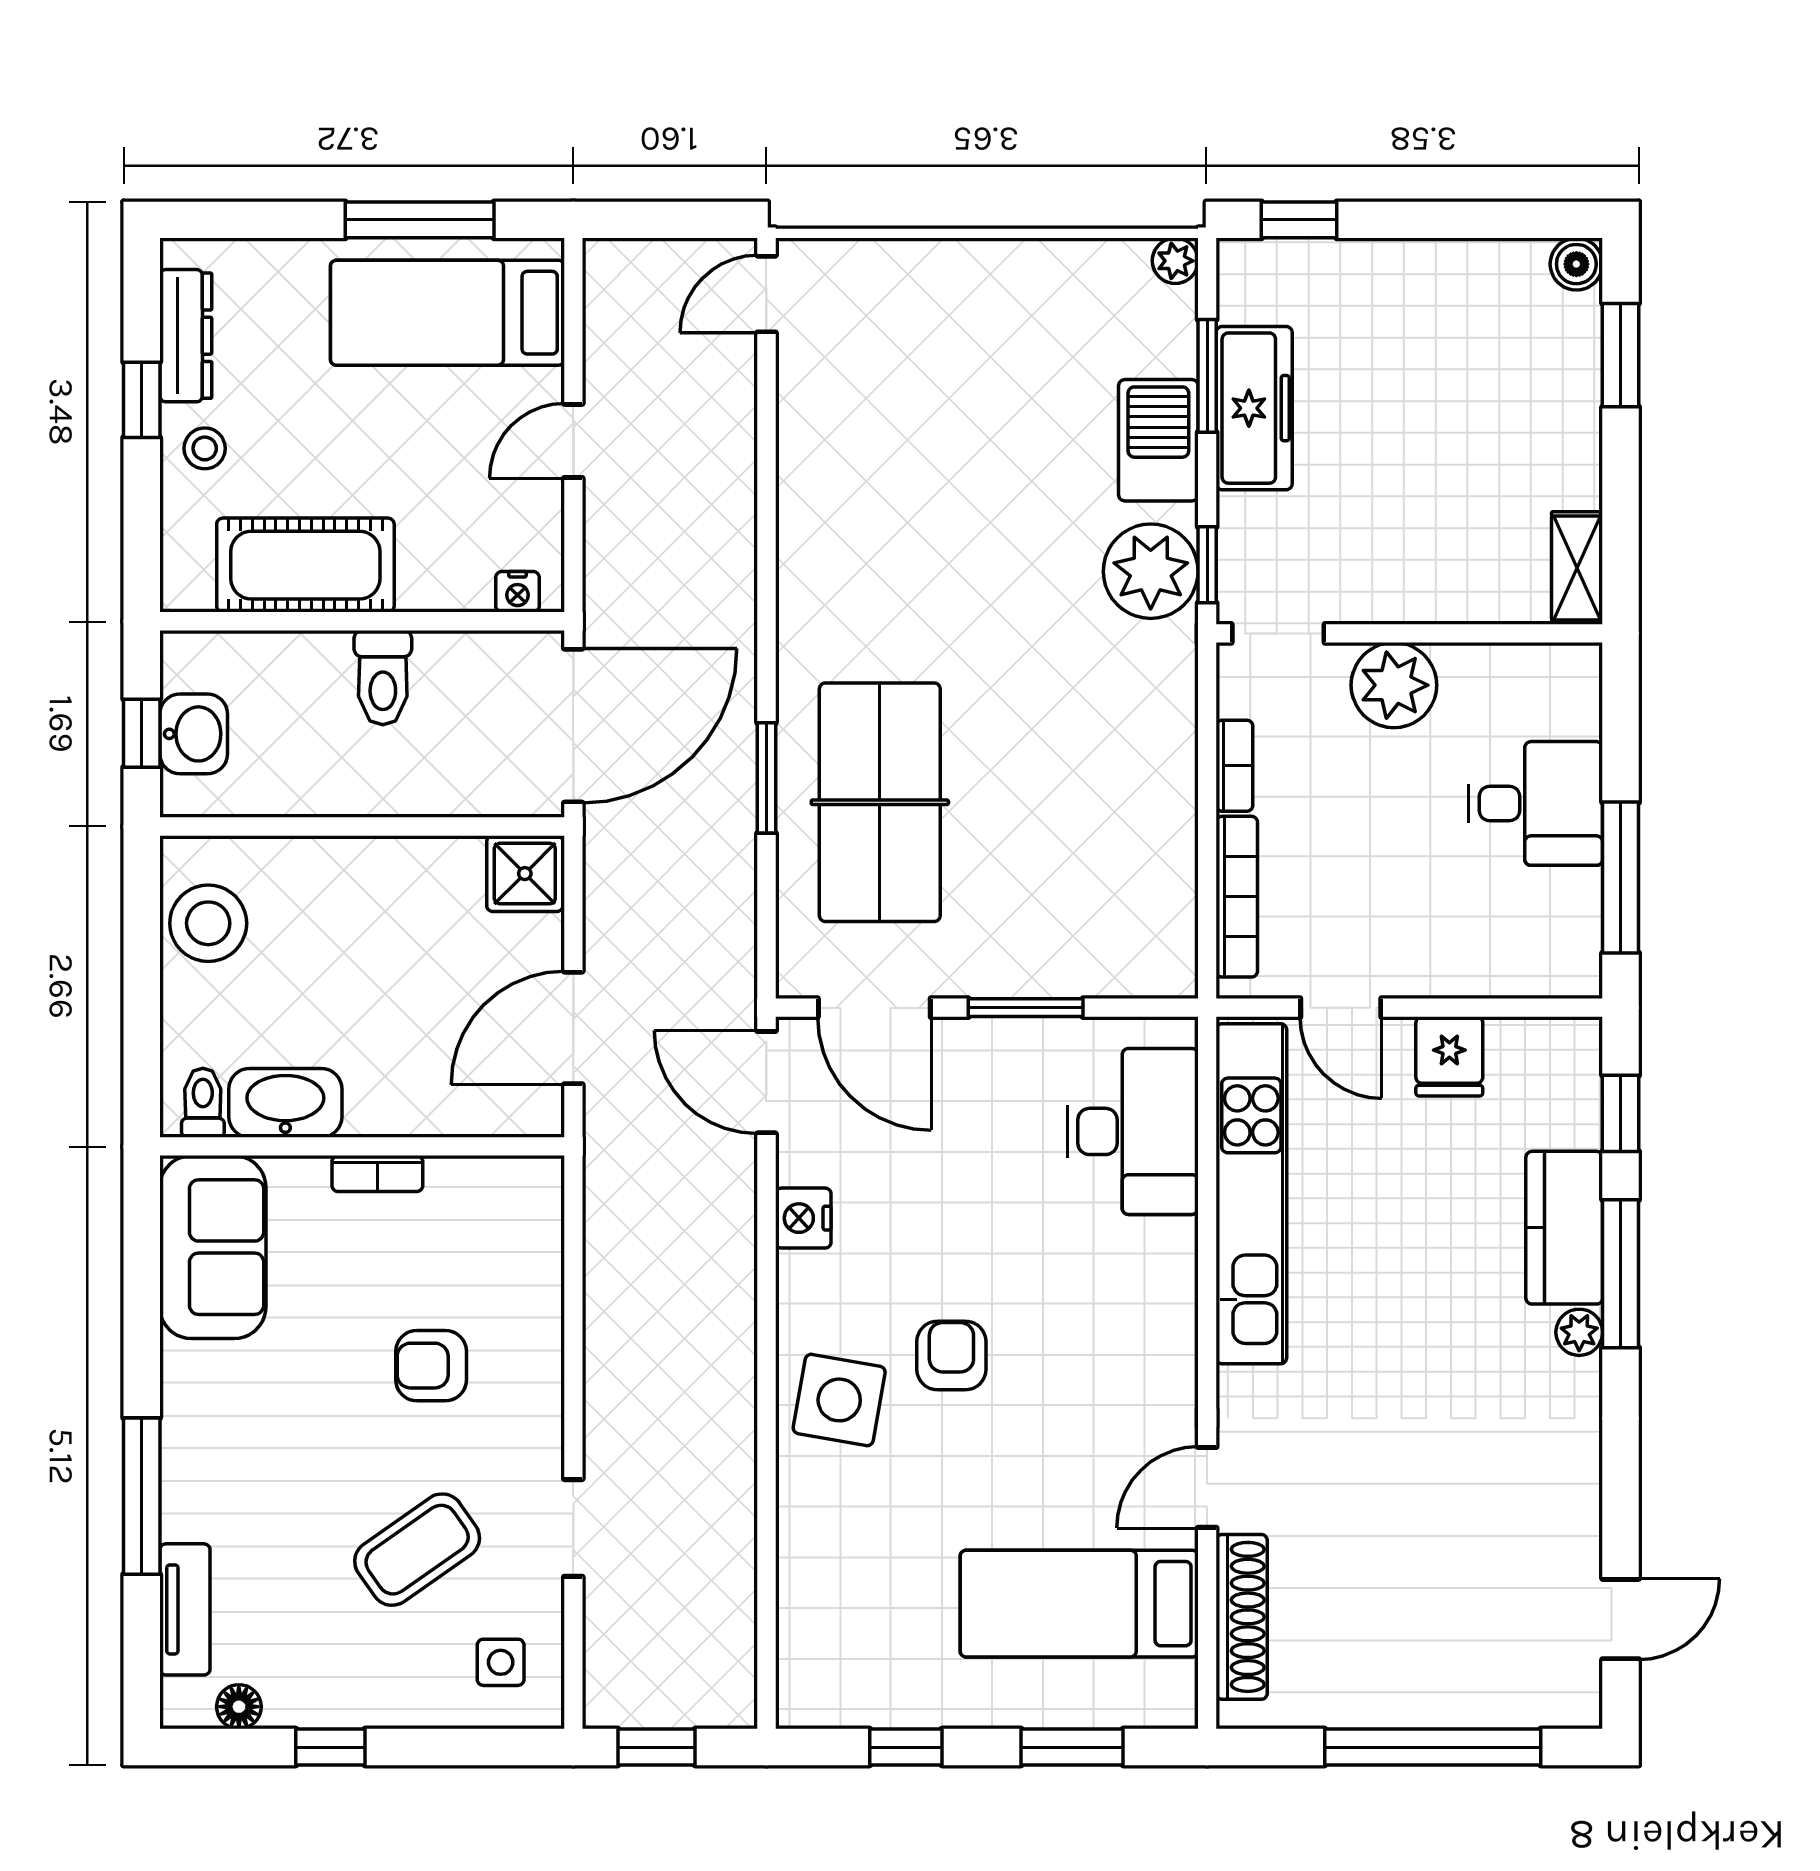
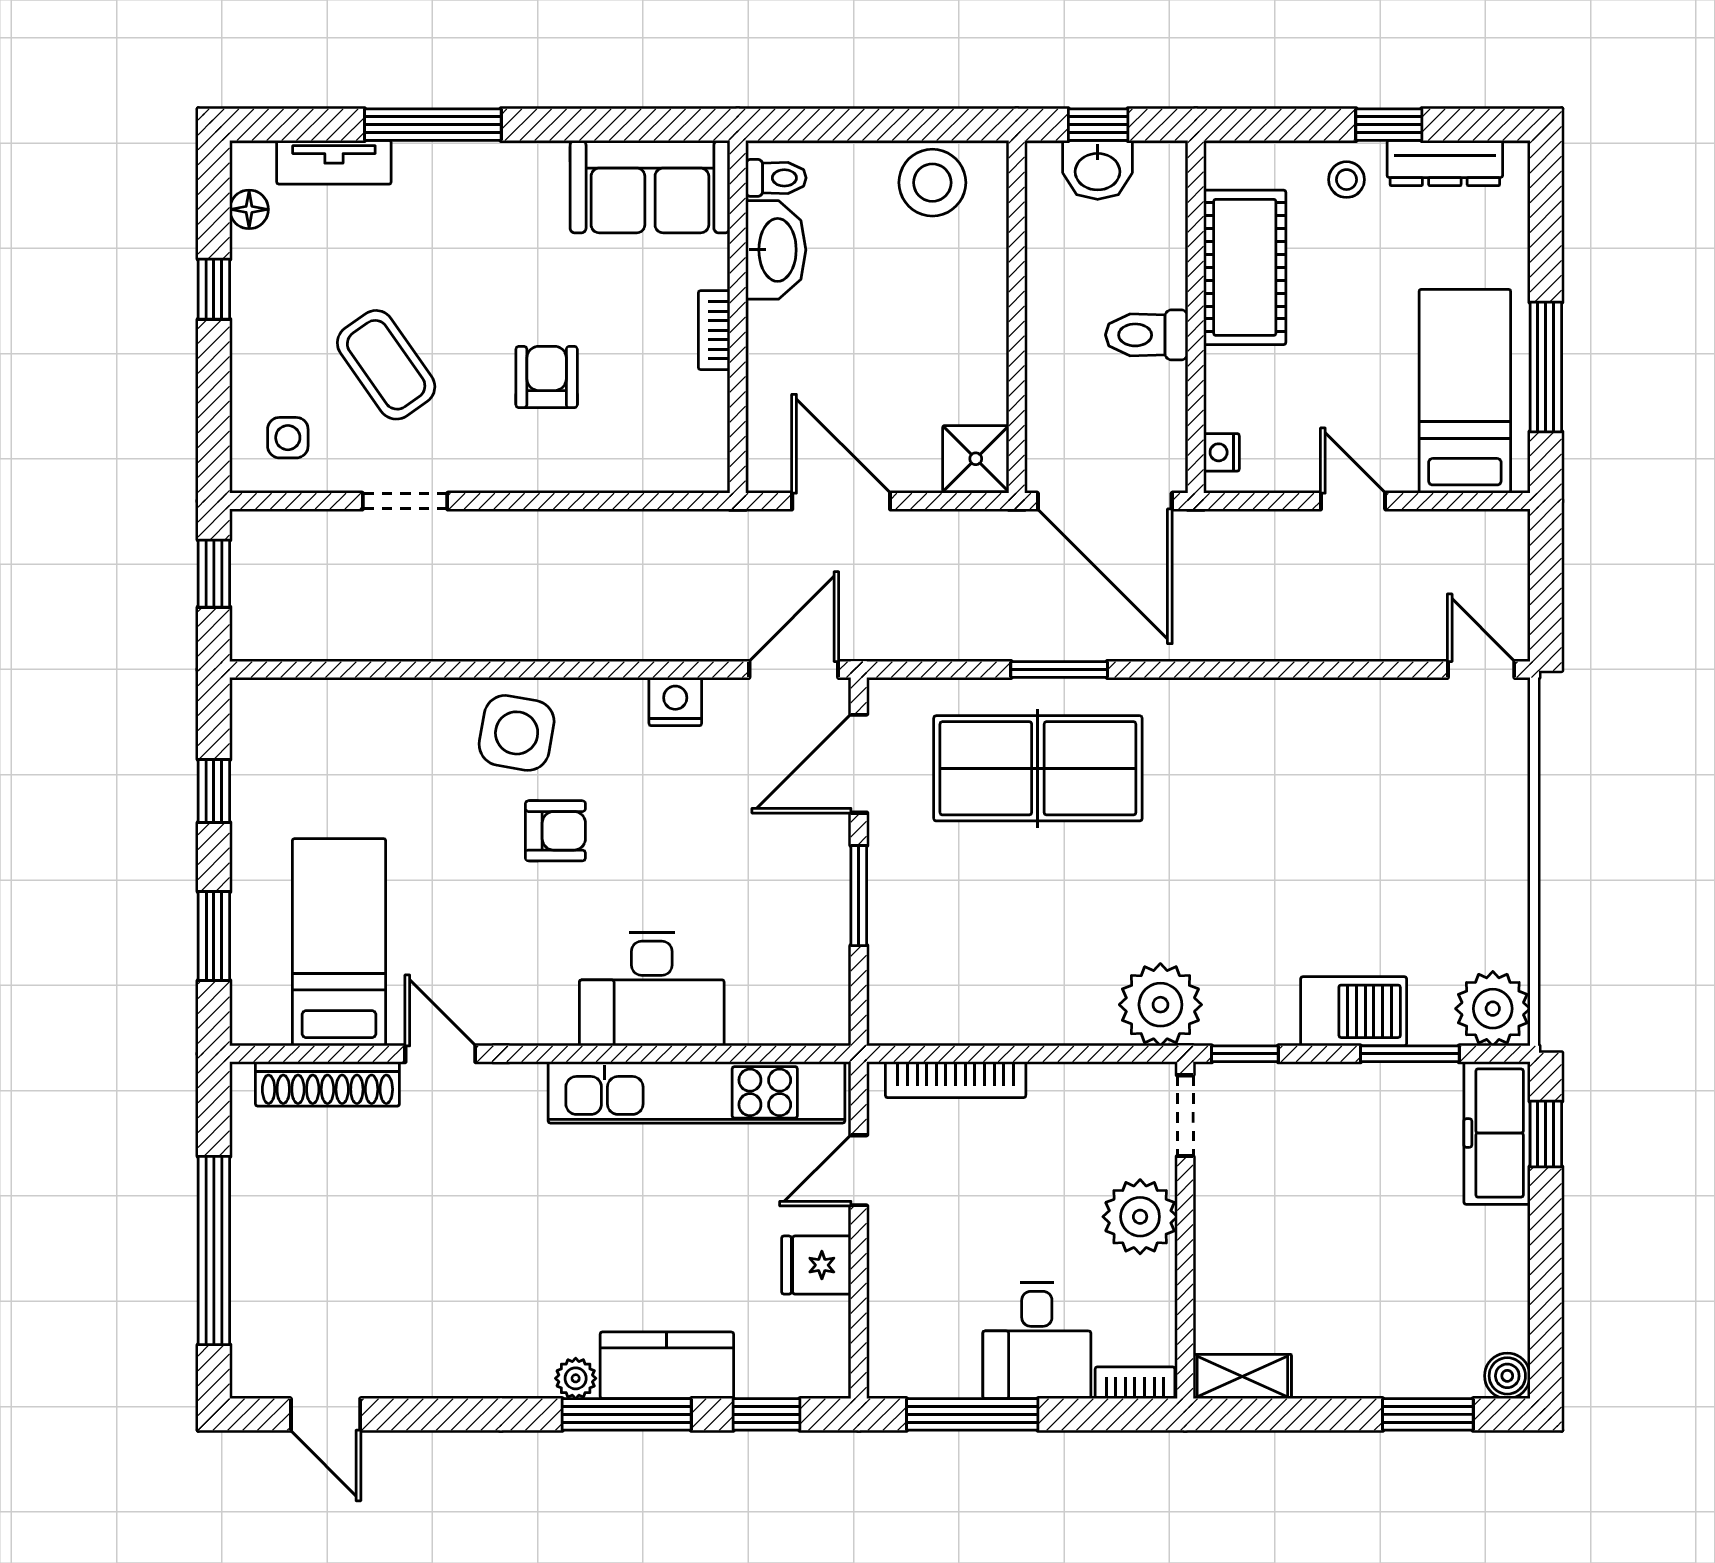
plant: (1175, 261) -> (1493, 1009), width x1.87, depth x1.87
freezer: (1254, 408) -> (1497, 1133), moved, turned 90
plant: (1151, 571) -> (1160, 1005), moved
bookcase: (1234, 766) -> (1135, 1383), moved, turned 180
desk: (1133, 1131) -> (652, 989), moved

